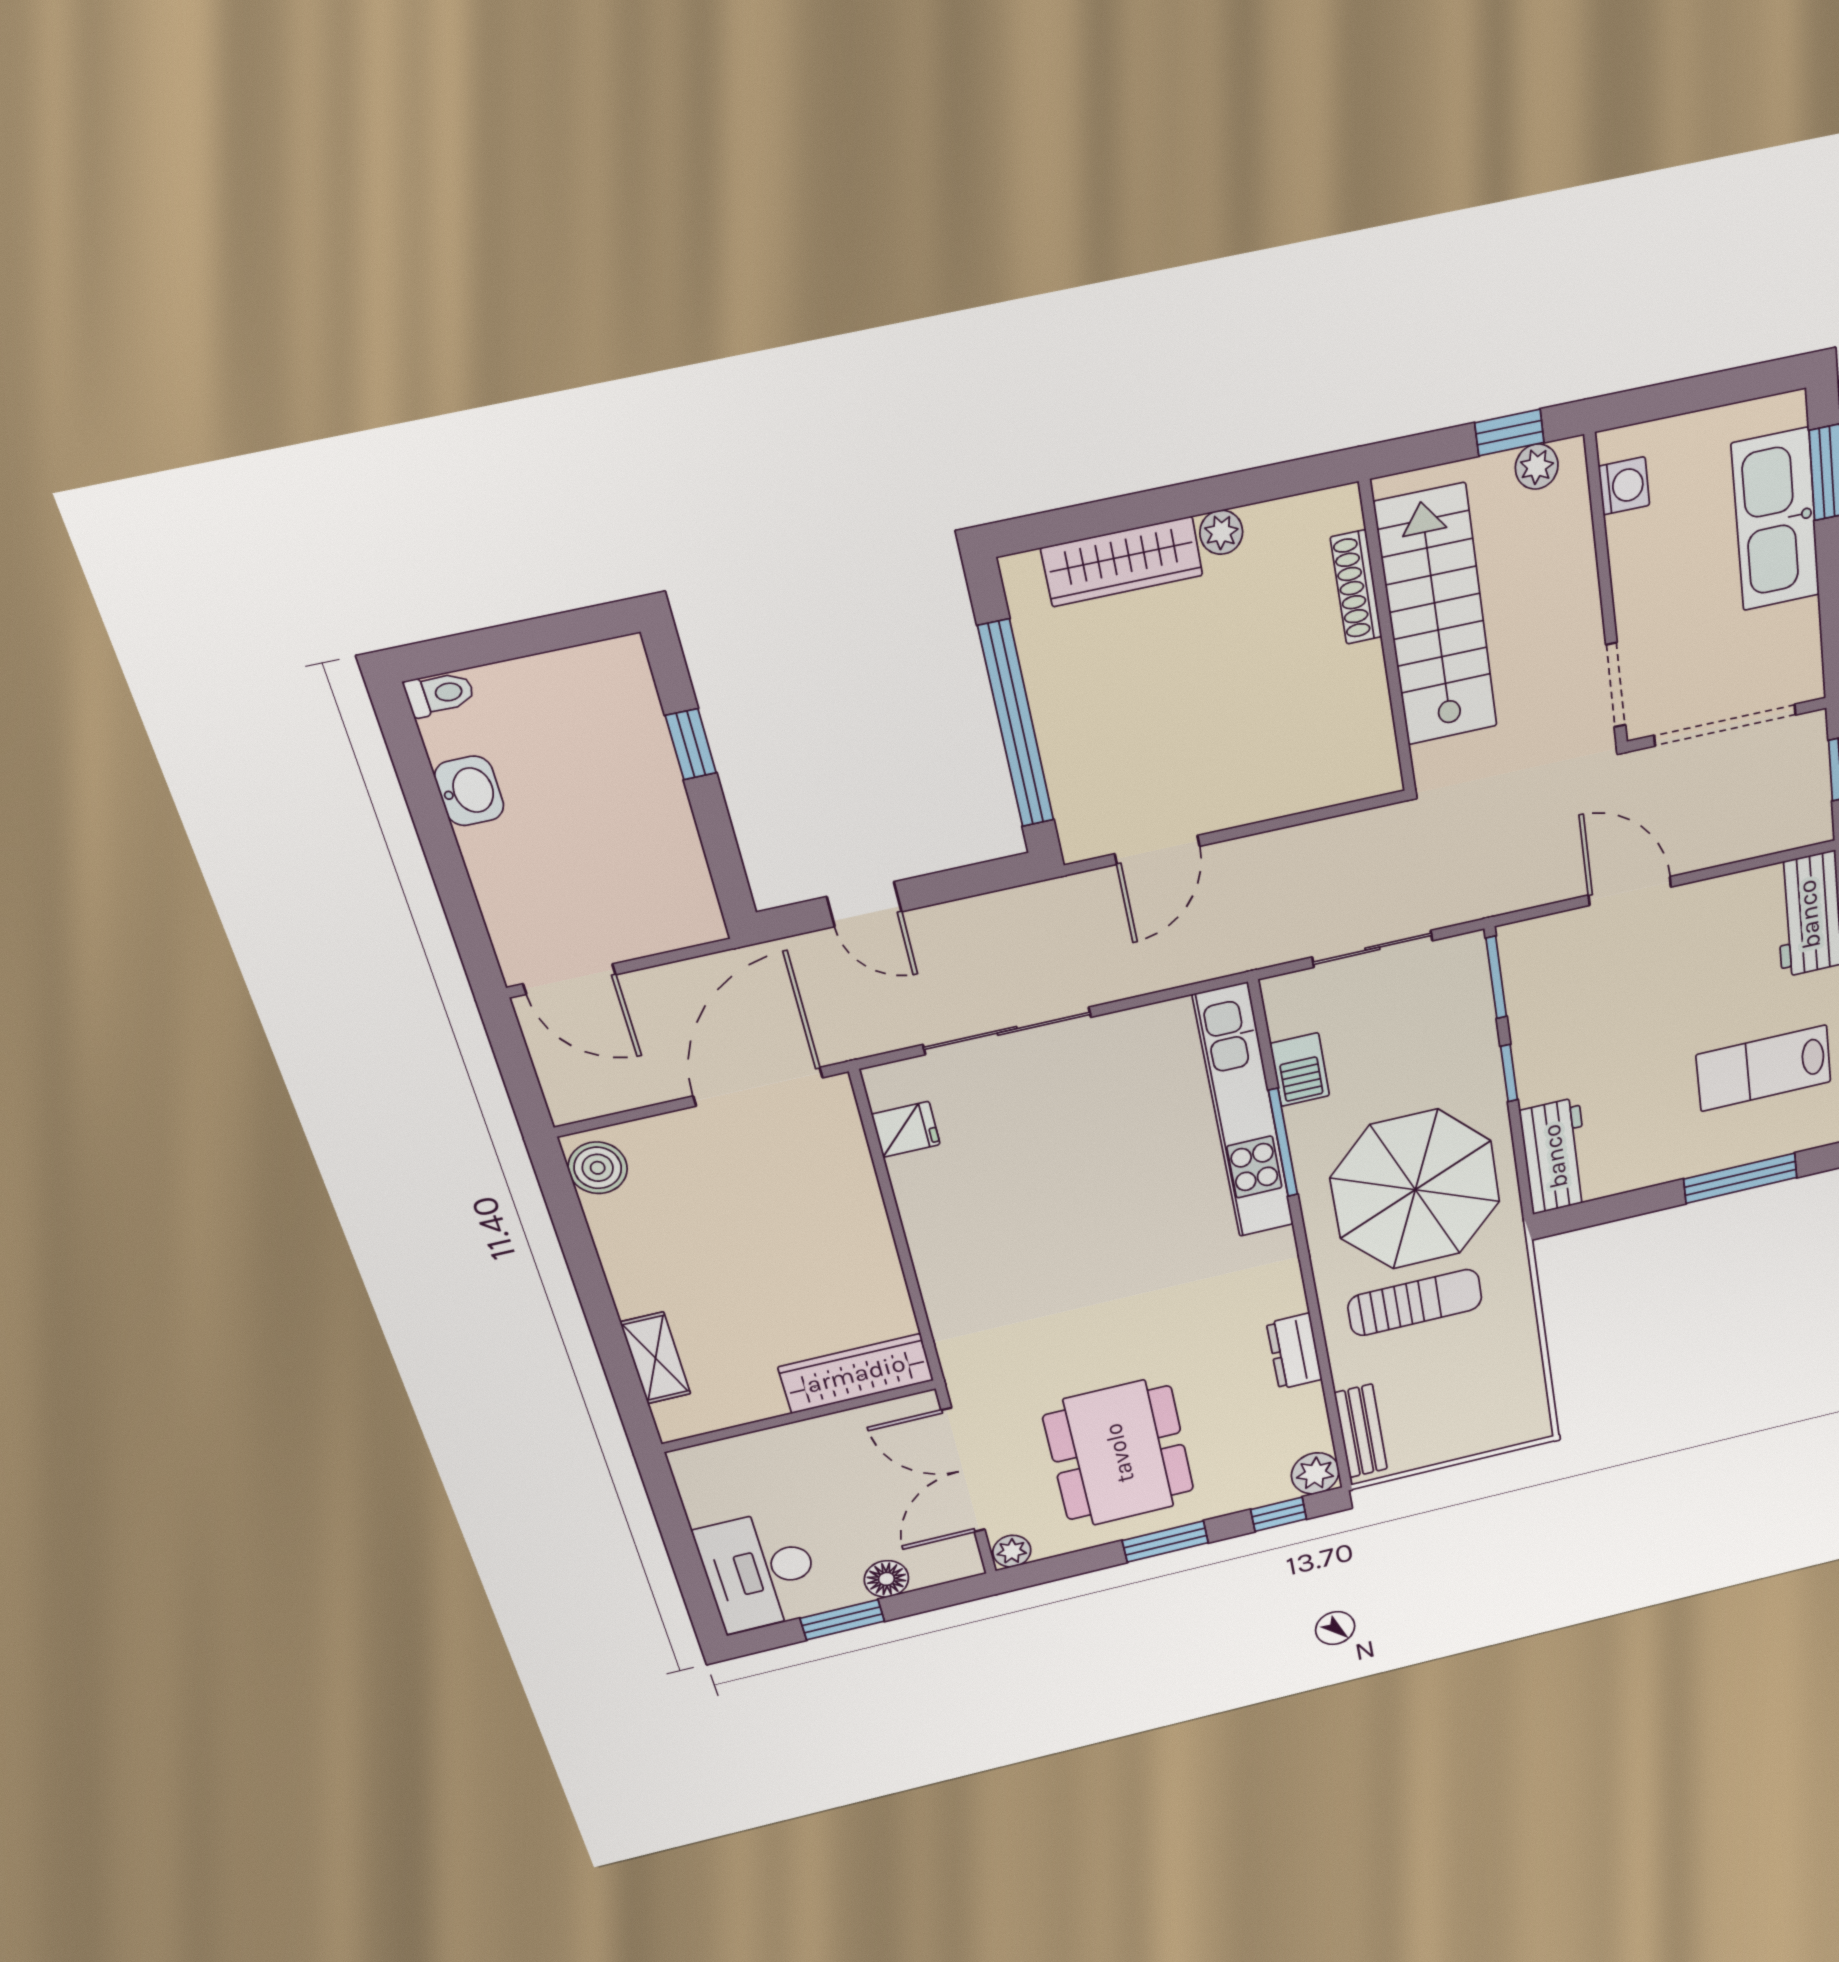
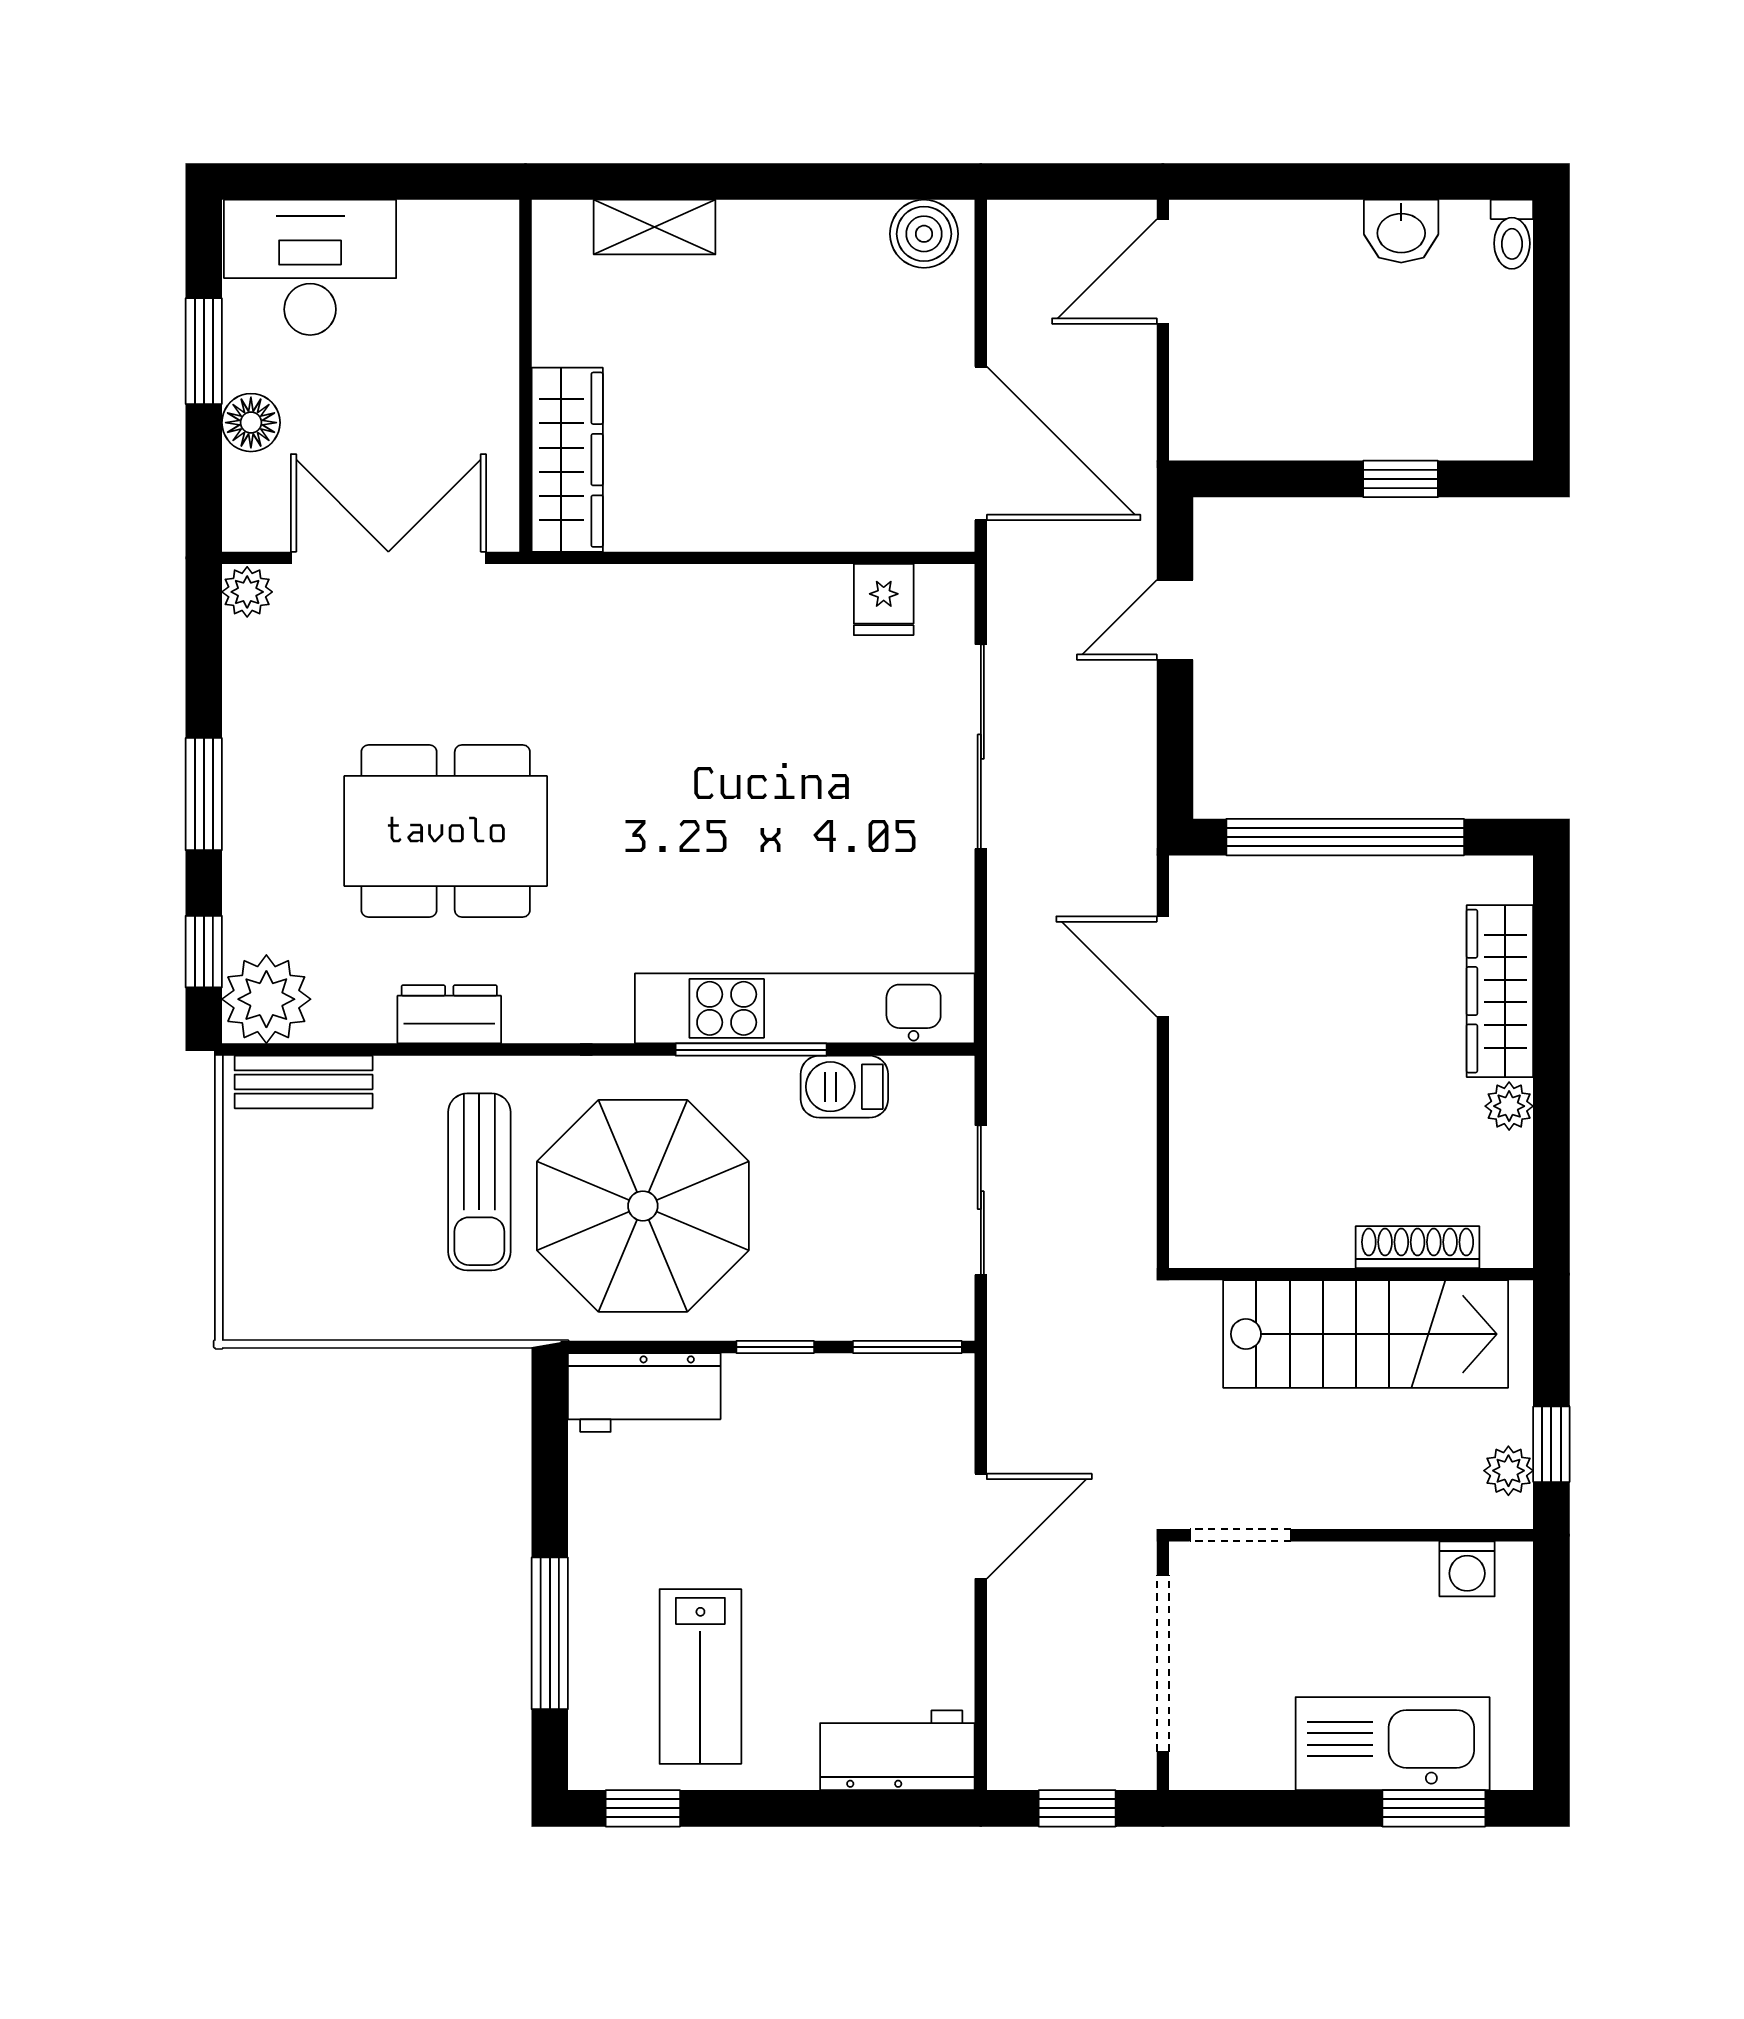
lab bench: (1764, 1068) -> (700, 1677), turned 180
dining table: (1119, 1453) -> (446, 831), moved
plant: (1315, 1473) -> (266, 999), width x1.36, depth x1.36

